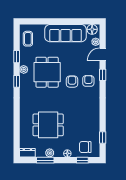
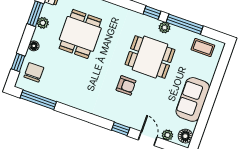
sofa: (66, 33) -> (193, 99), width x0.73
window: (17, 57) -> (185, 24), width x2.17
armchair: (88, 81) -> (119, 107), removed
window: (103, 138) -> (38, 100), width x2.17

